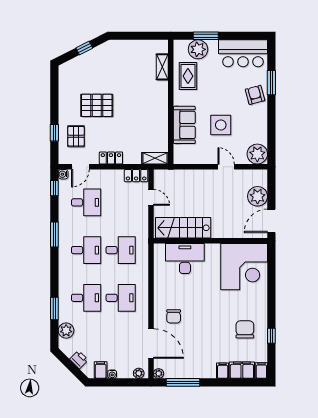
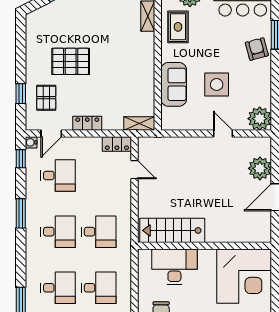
stairs: (183, 228) -> (172, 230), moved
wall: (211, 241) -> (204, 246), moved
desk: (185, 259) -> (174, 267), moved
corner desk: (244, 267) -> (244, 276), moved

